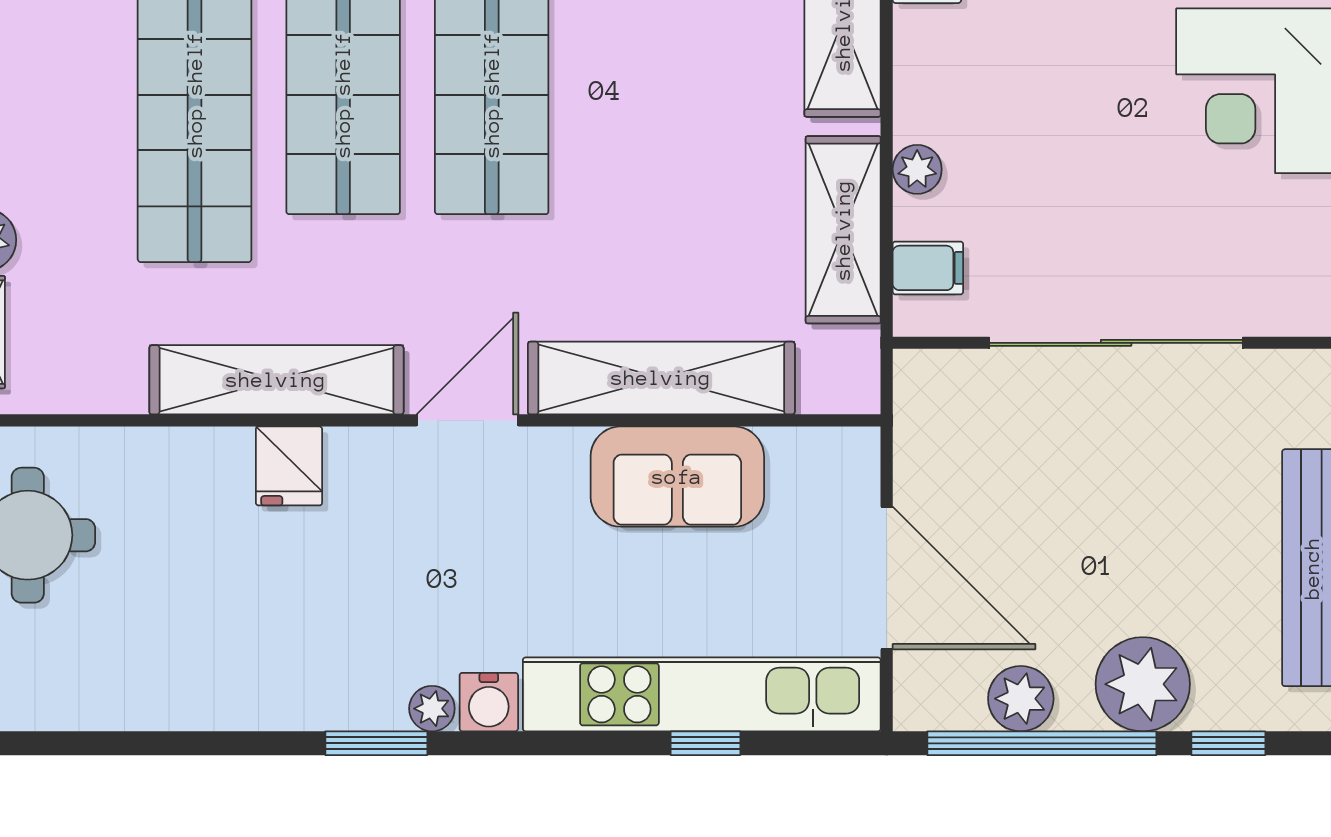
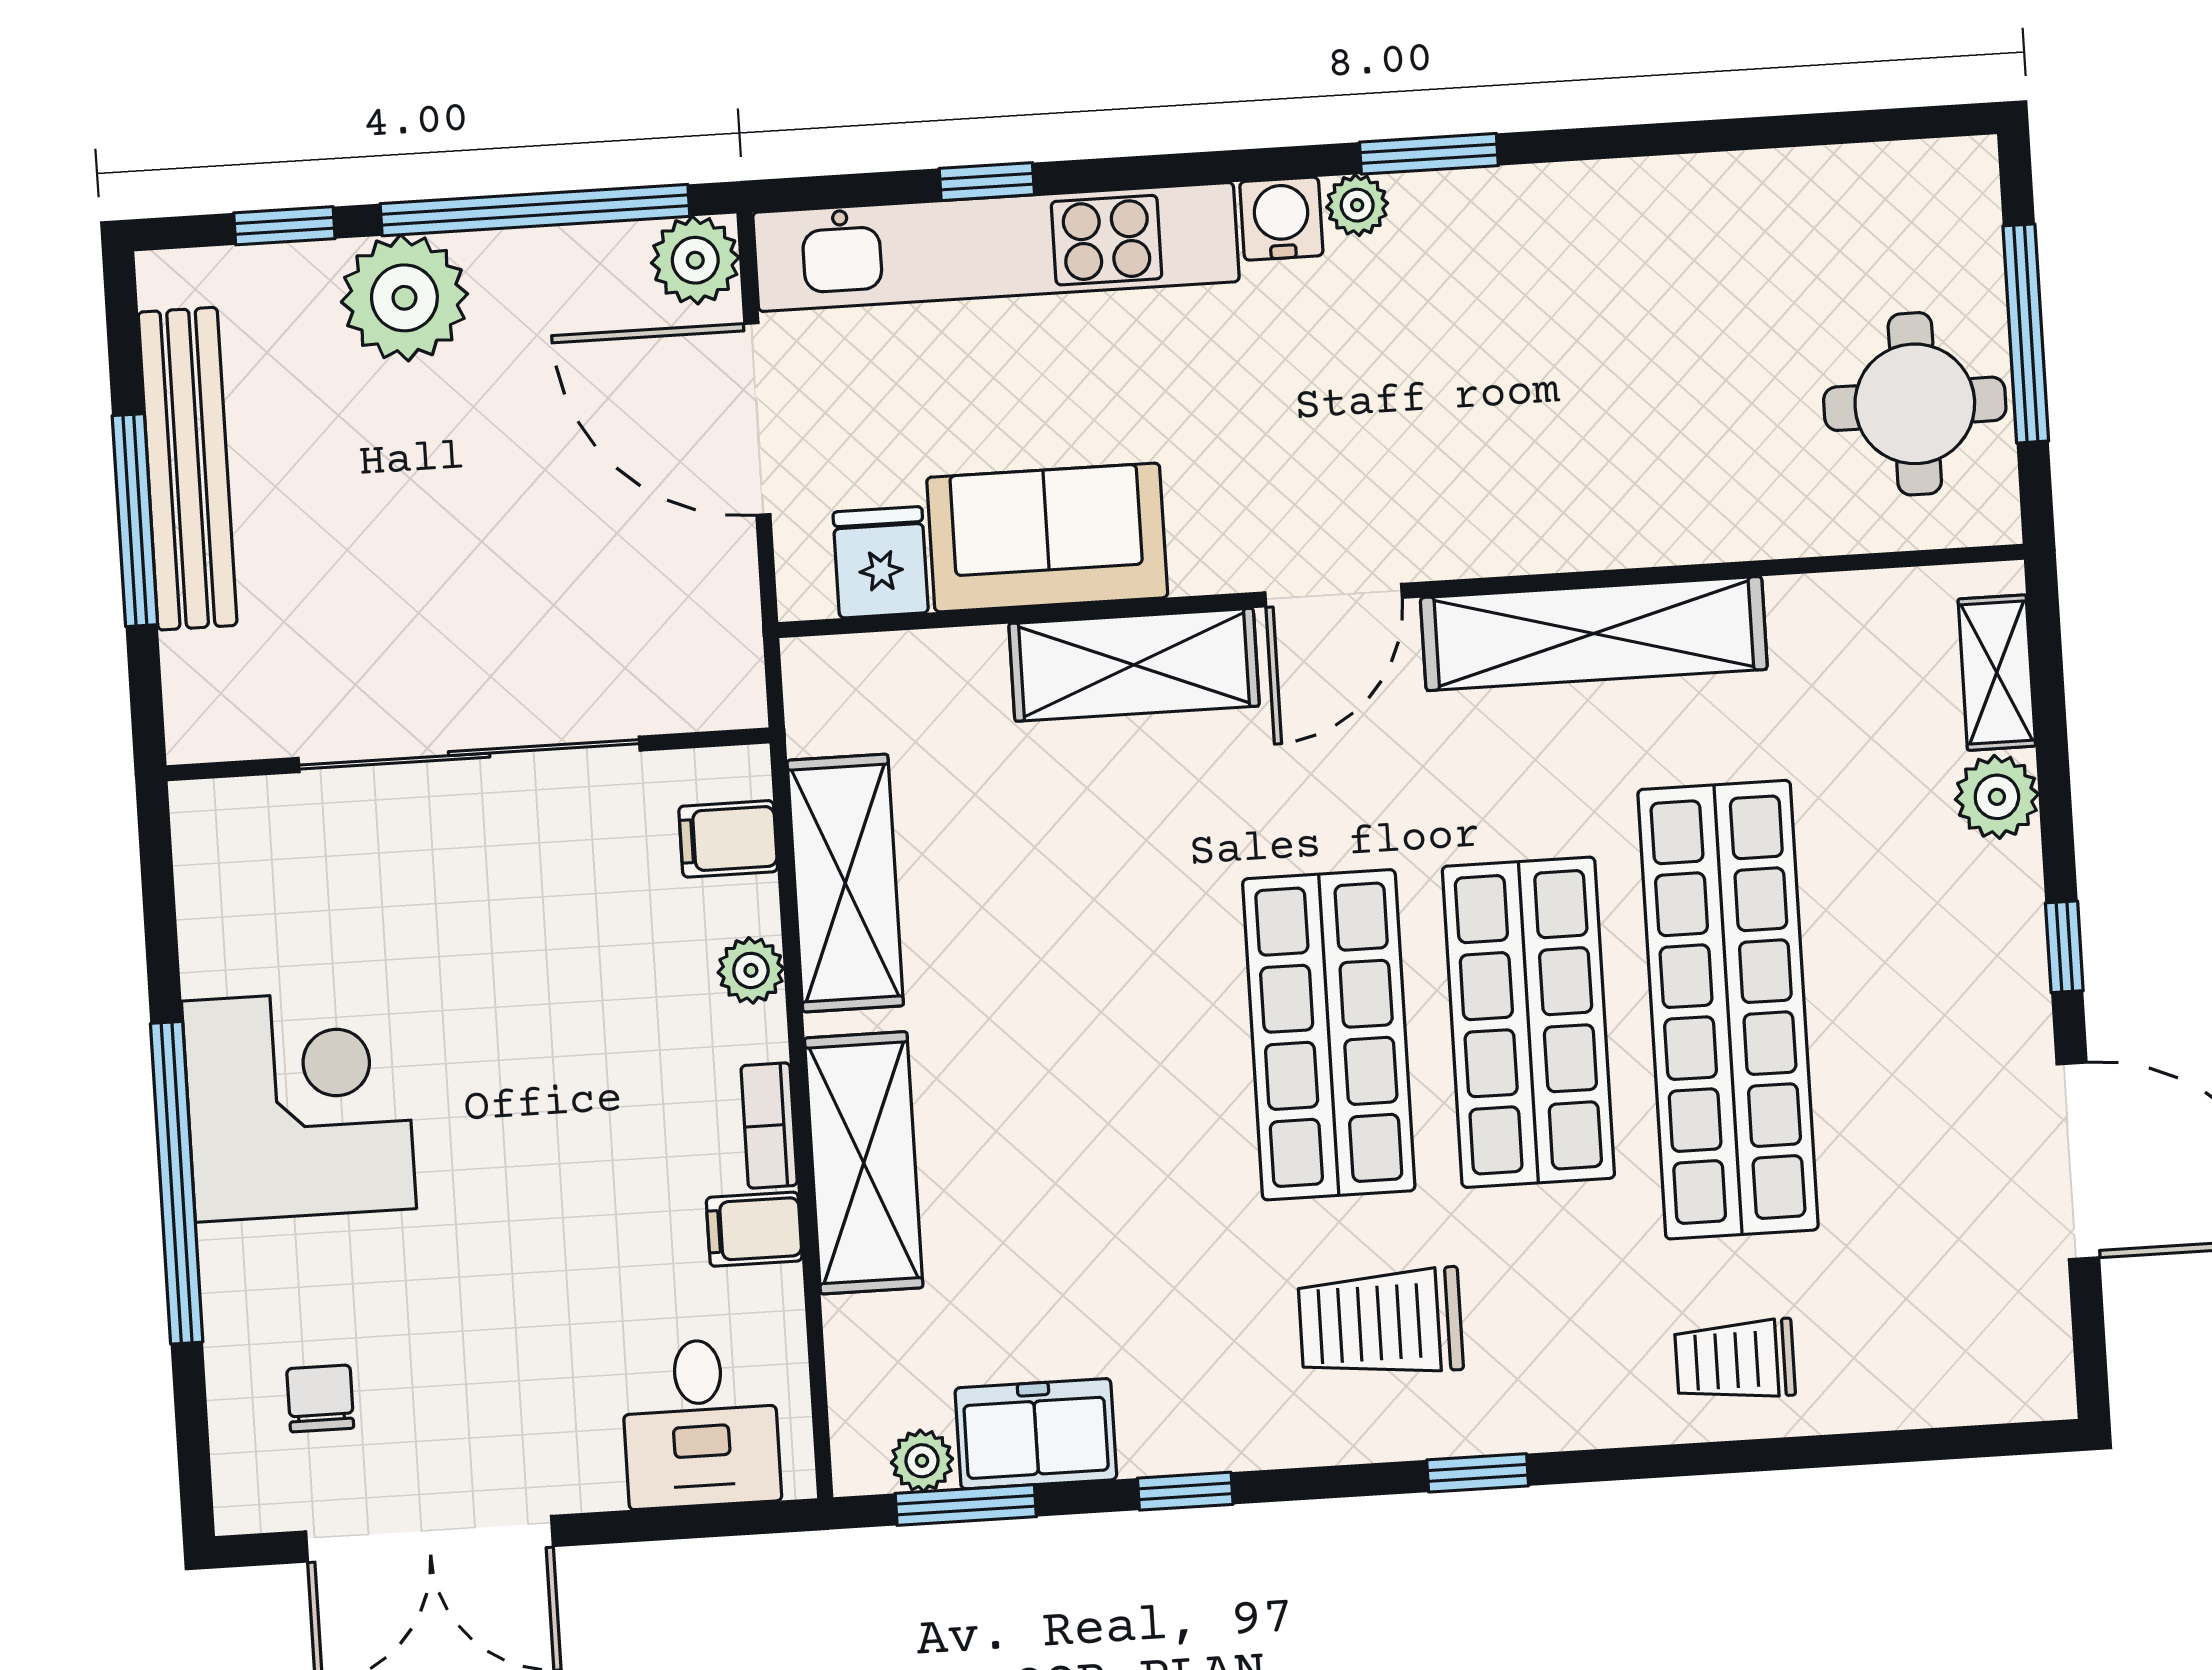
bookcase: (911, 54) -> (769, 1126), added
shelving: (661, 378) -> (1134, 665), width x0.68
fridge: (289, 466) -> (881, 562), moved
plant: (1021, 699) -> (695, 260), moved

